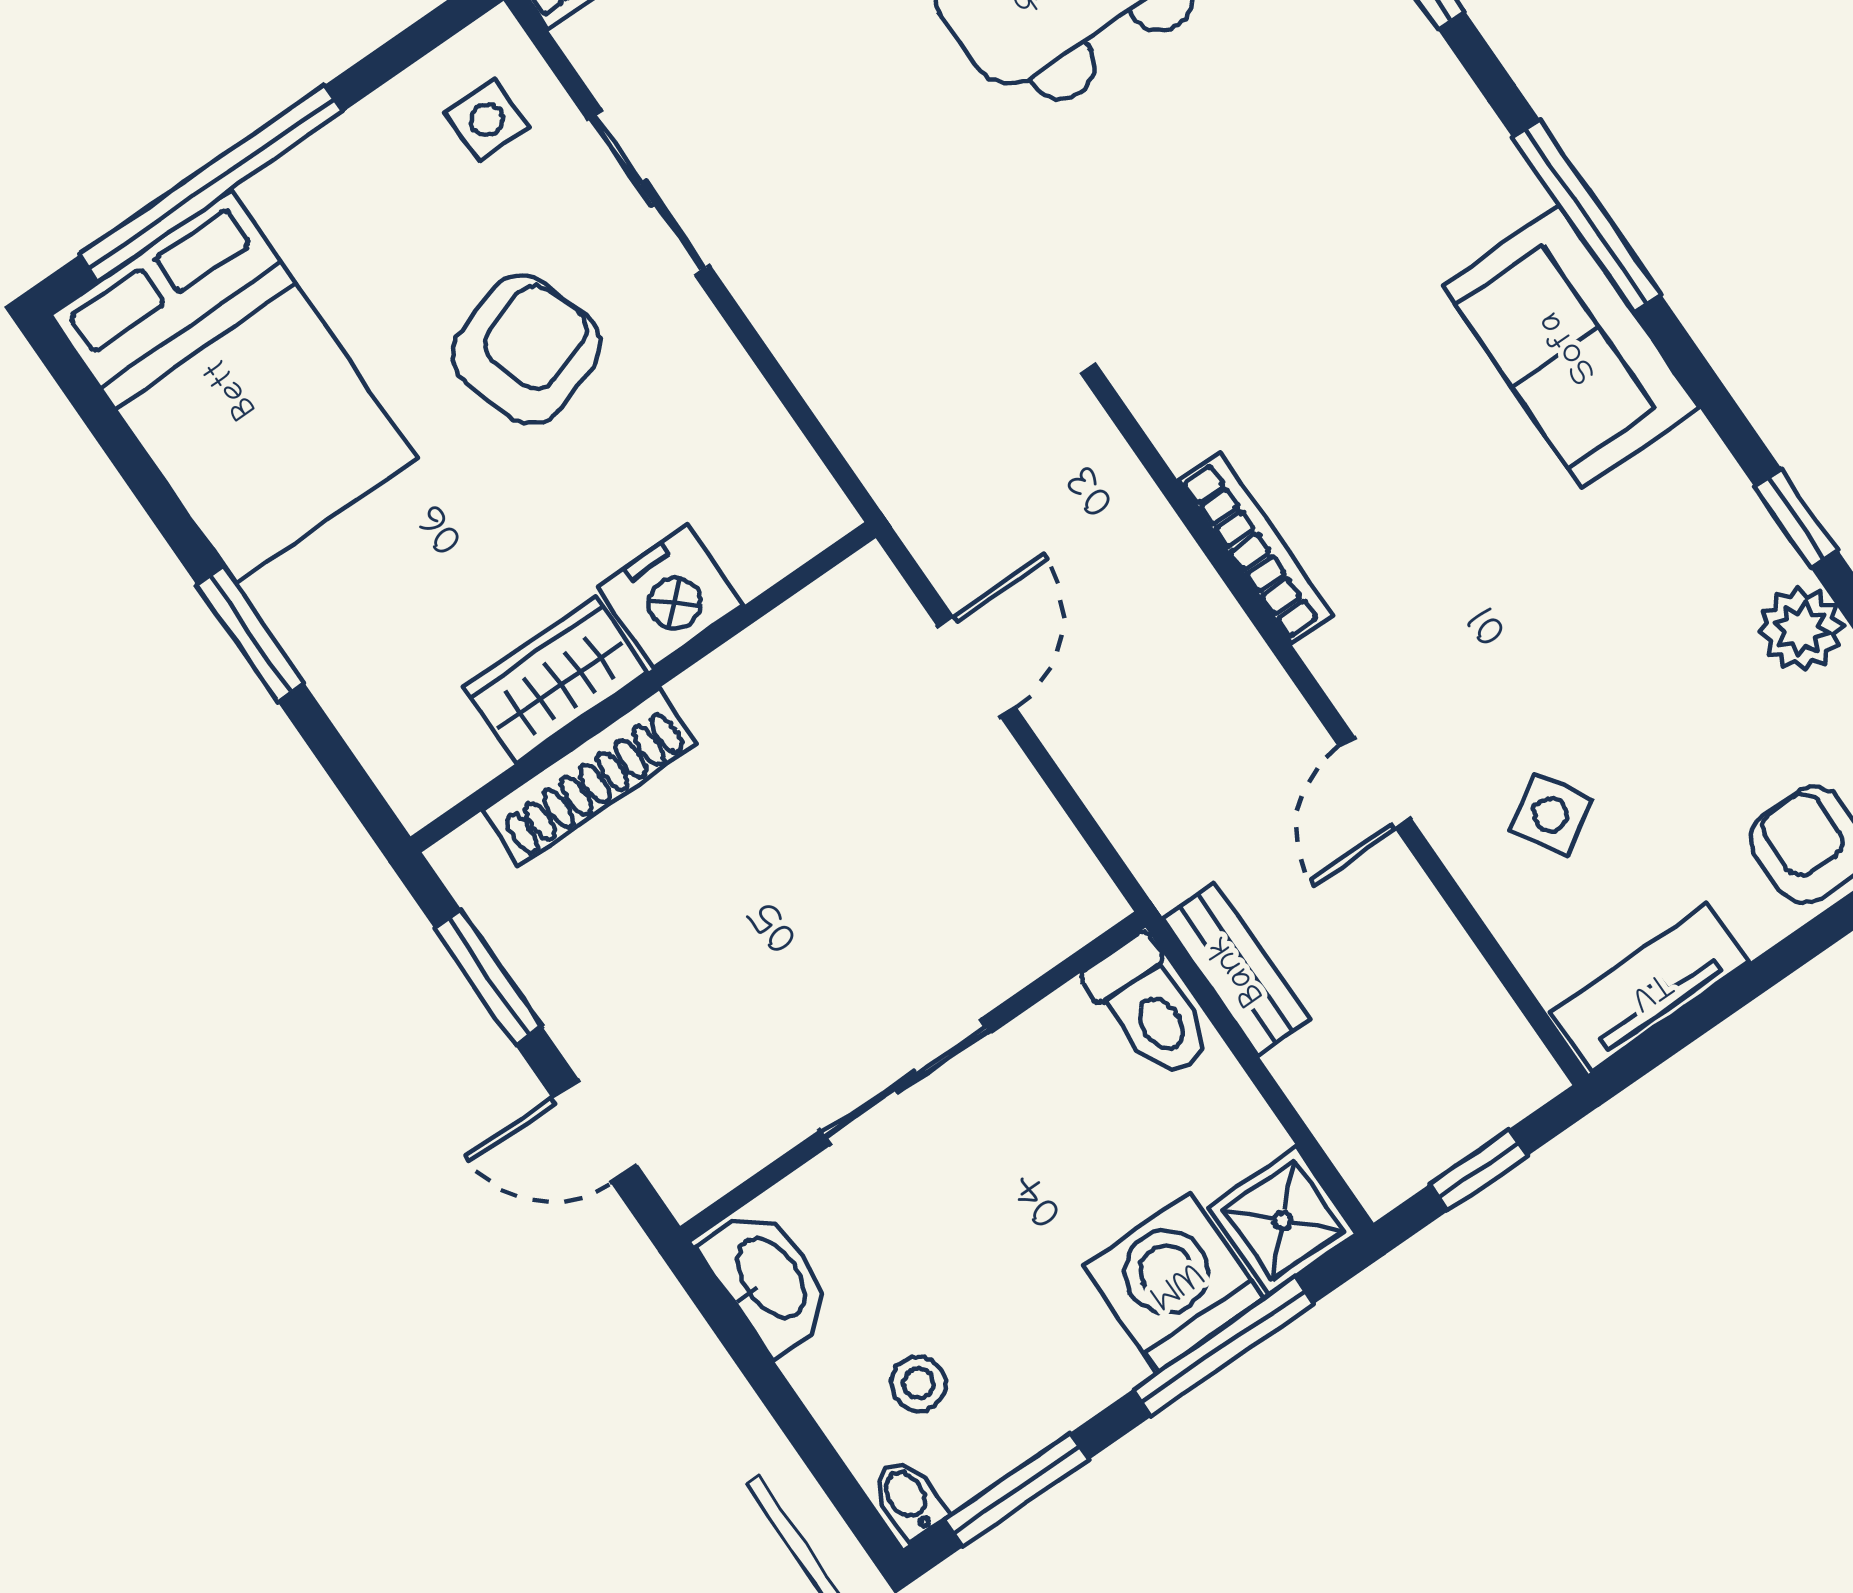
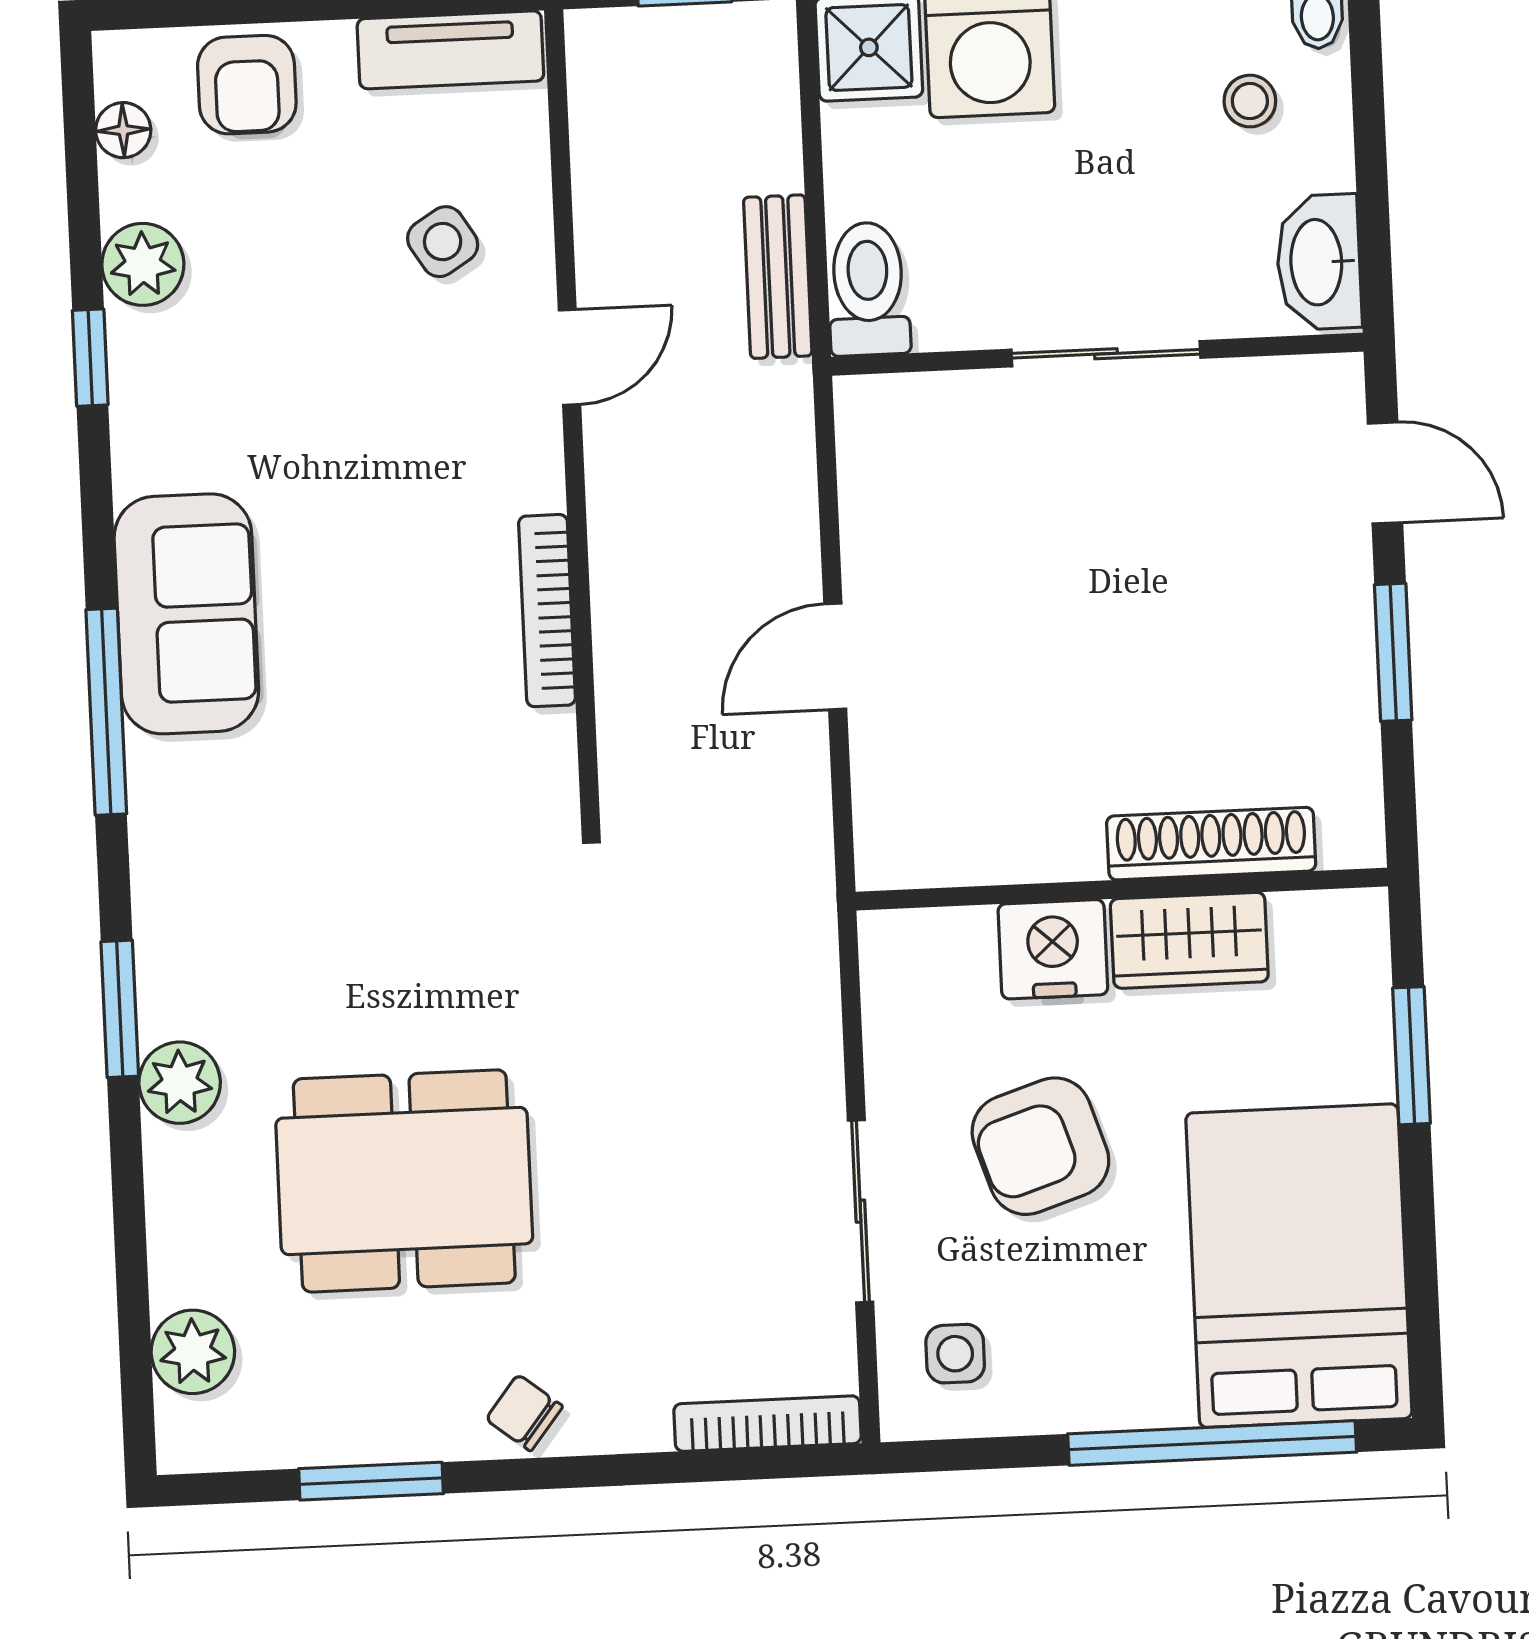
nightstand: (670, 596) -> (1053, 949), moved
wardrobe: (555, 679) -> (1189, 940), moved
wall: (643, 687) -> (1122, 889), moved
shoe rack: (590, 777) -> (1211, 844), moved

